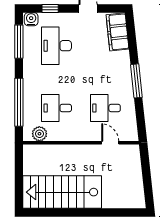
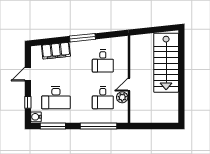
filing cabinet: (118, 32) -> (56, 51), moved
plant: (39, 134) -> (122, 97), moved
door: (110, 143) -> (129, 84), moved
stairs: (62, 192) -> (166, 63), moved

